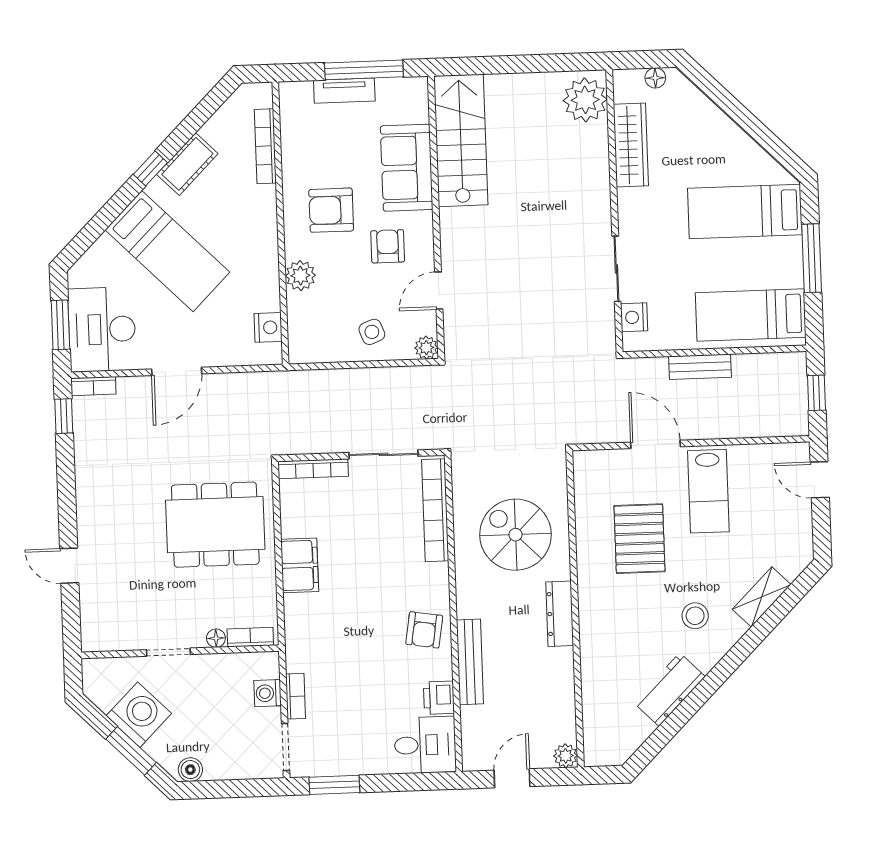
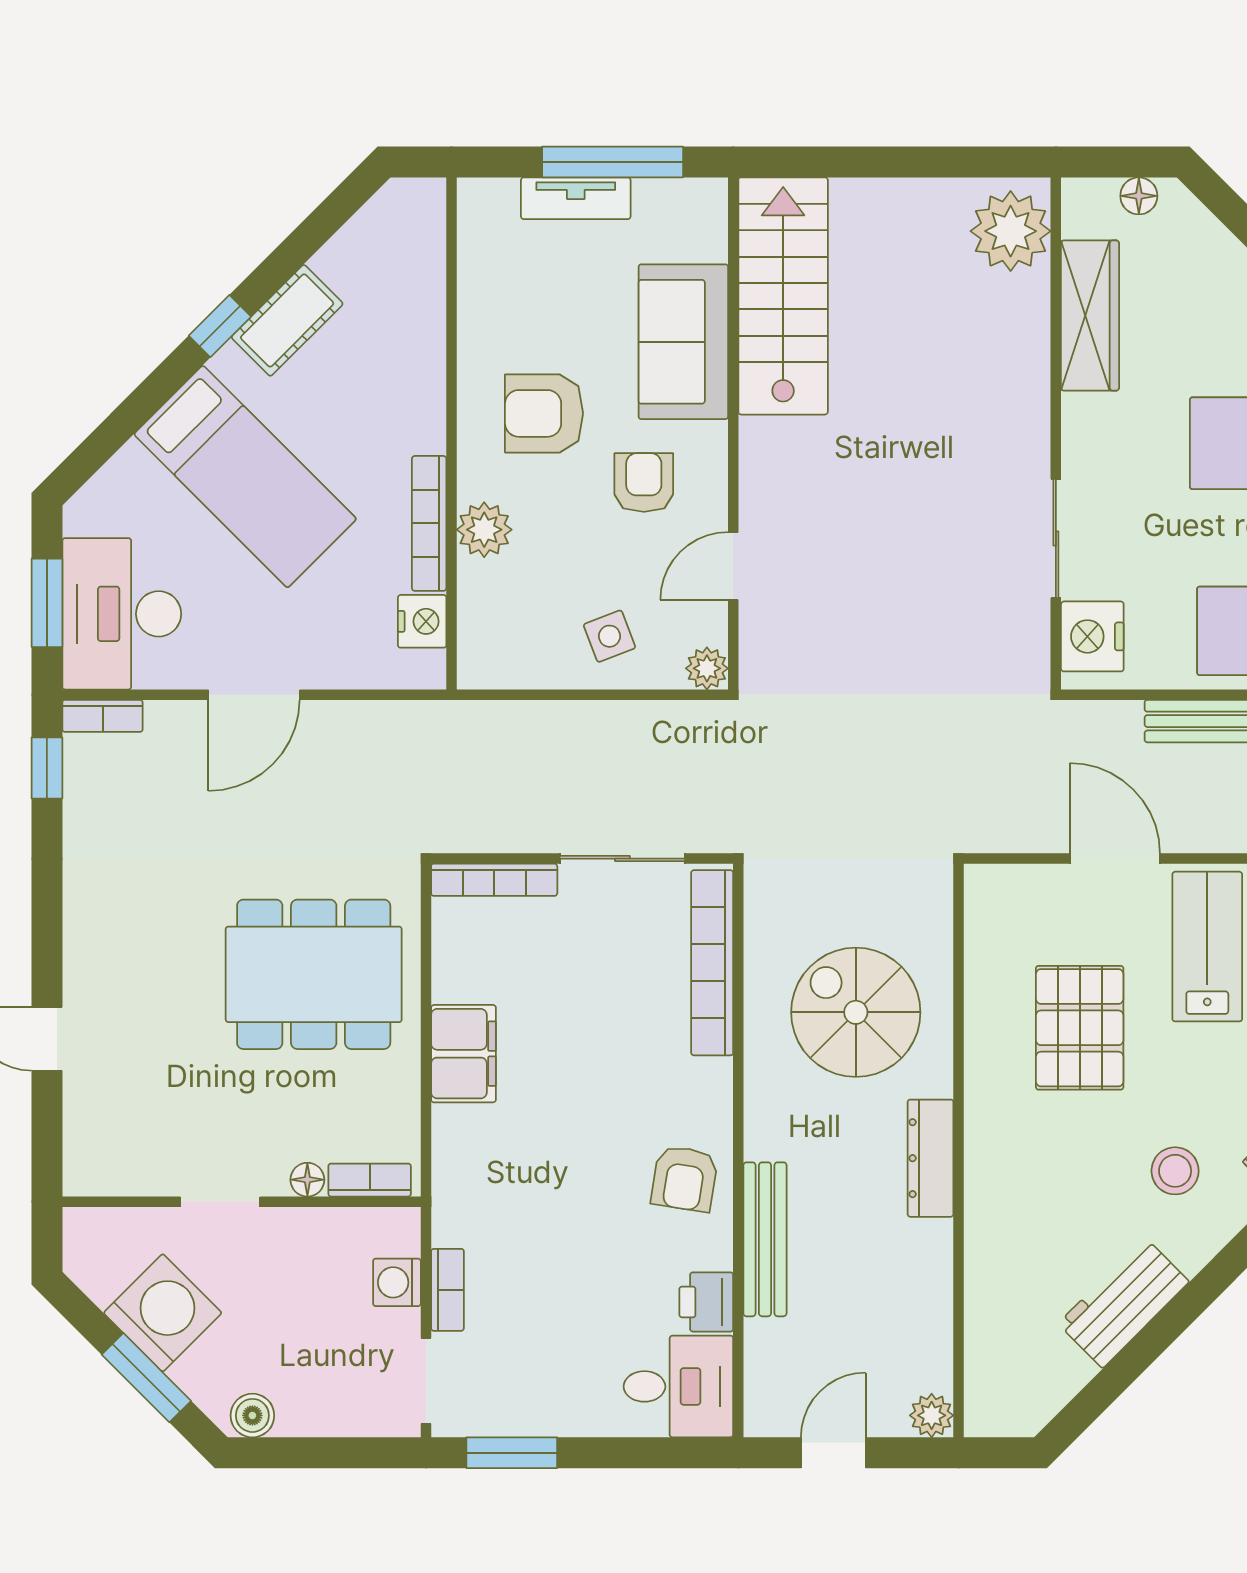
bookcase: (265, 146) -> (429, 523), moved
nightstand: (634, 317) -> (1092, 636), width x1.36, depth x1.33
lab bench: (708, 491) -> (1207, 947), turned 180

